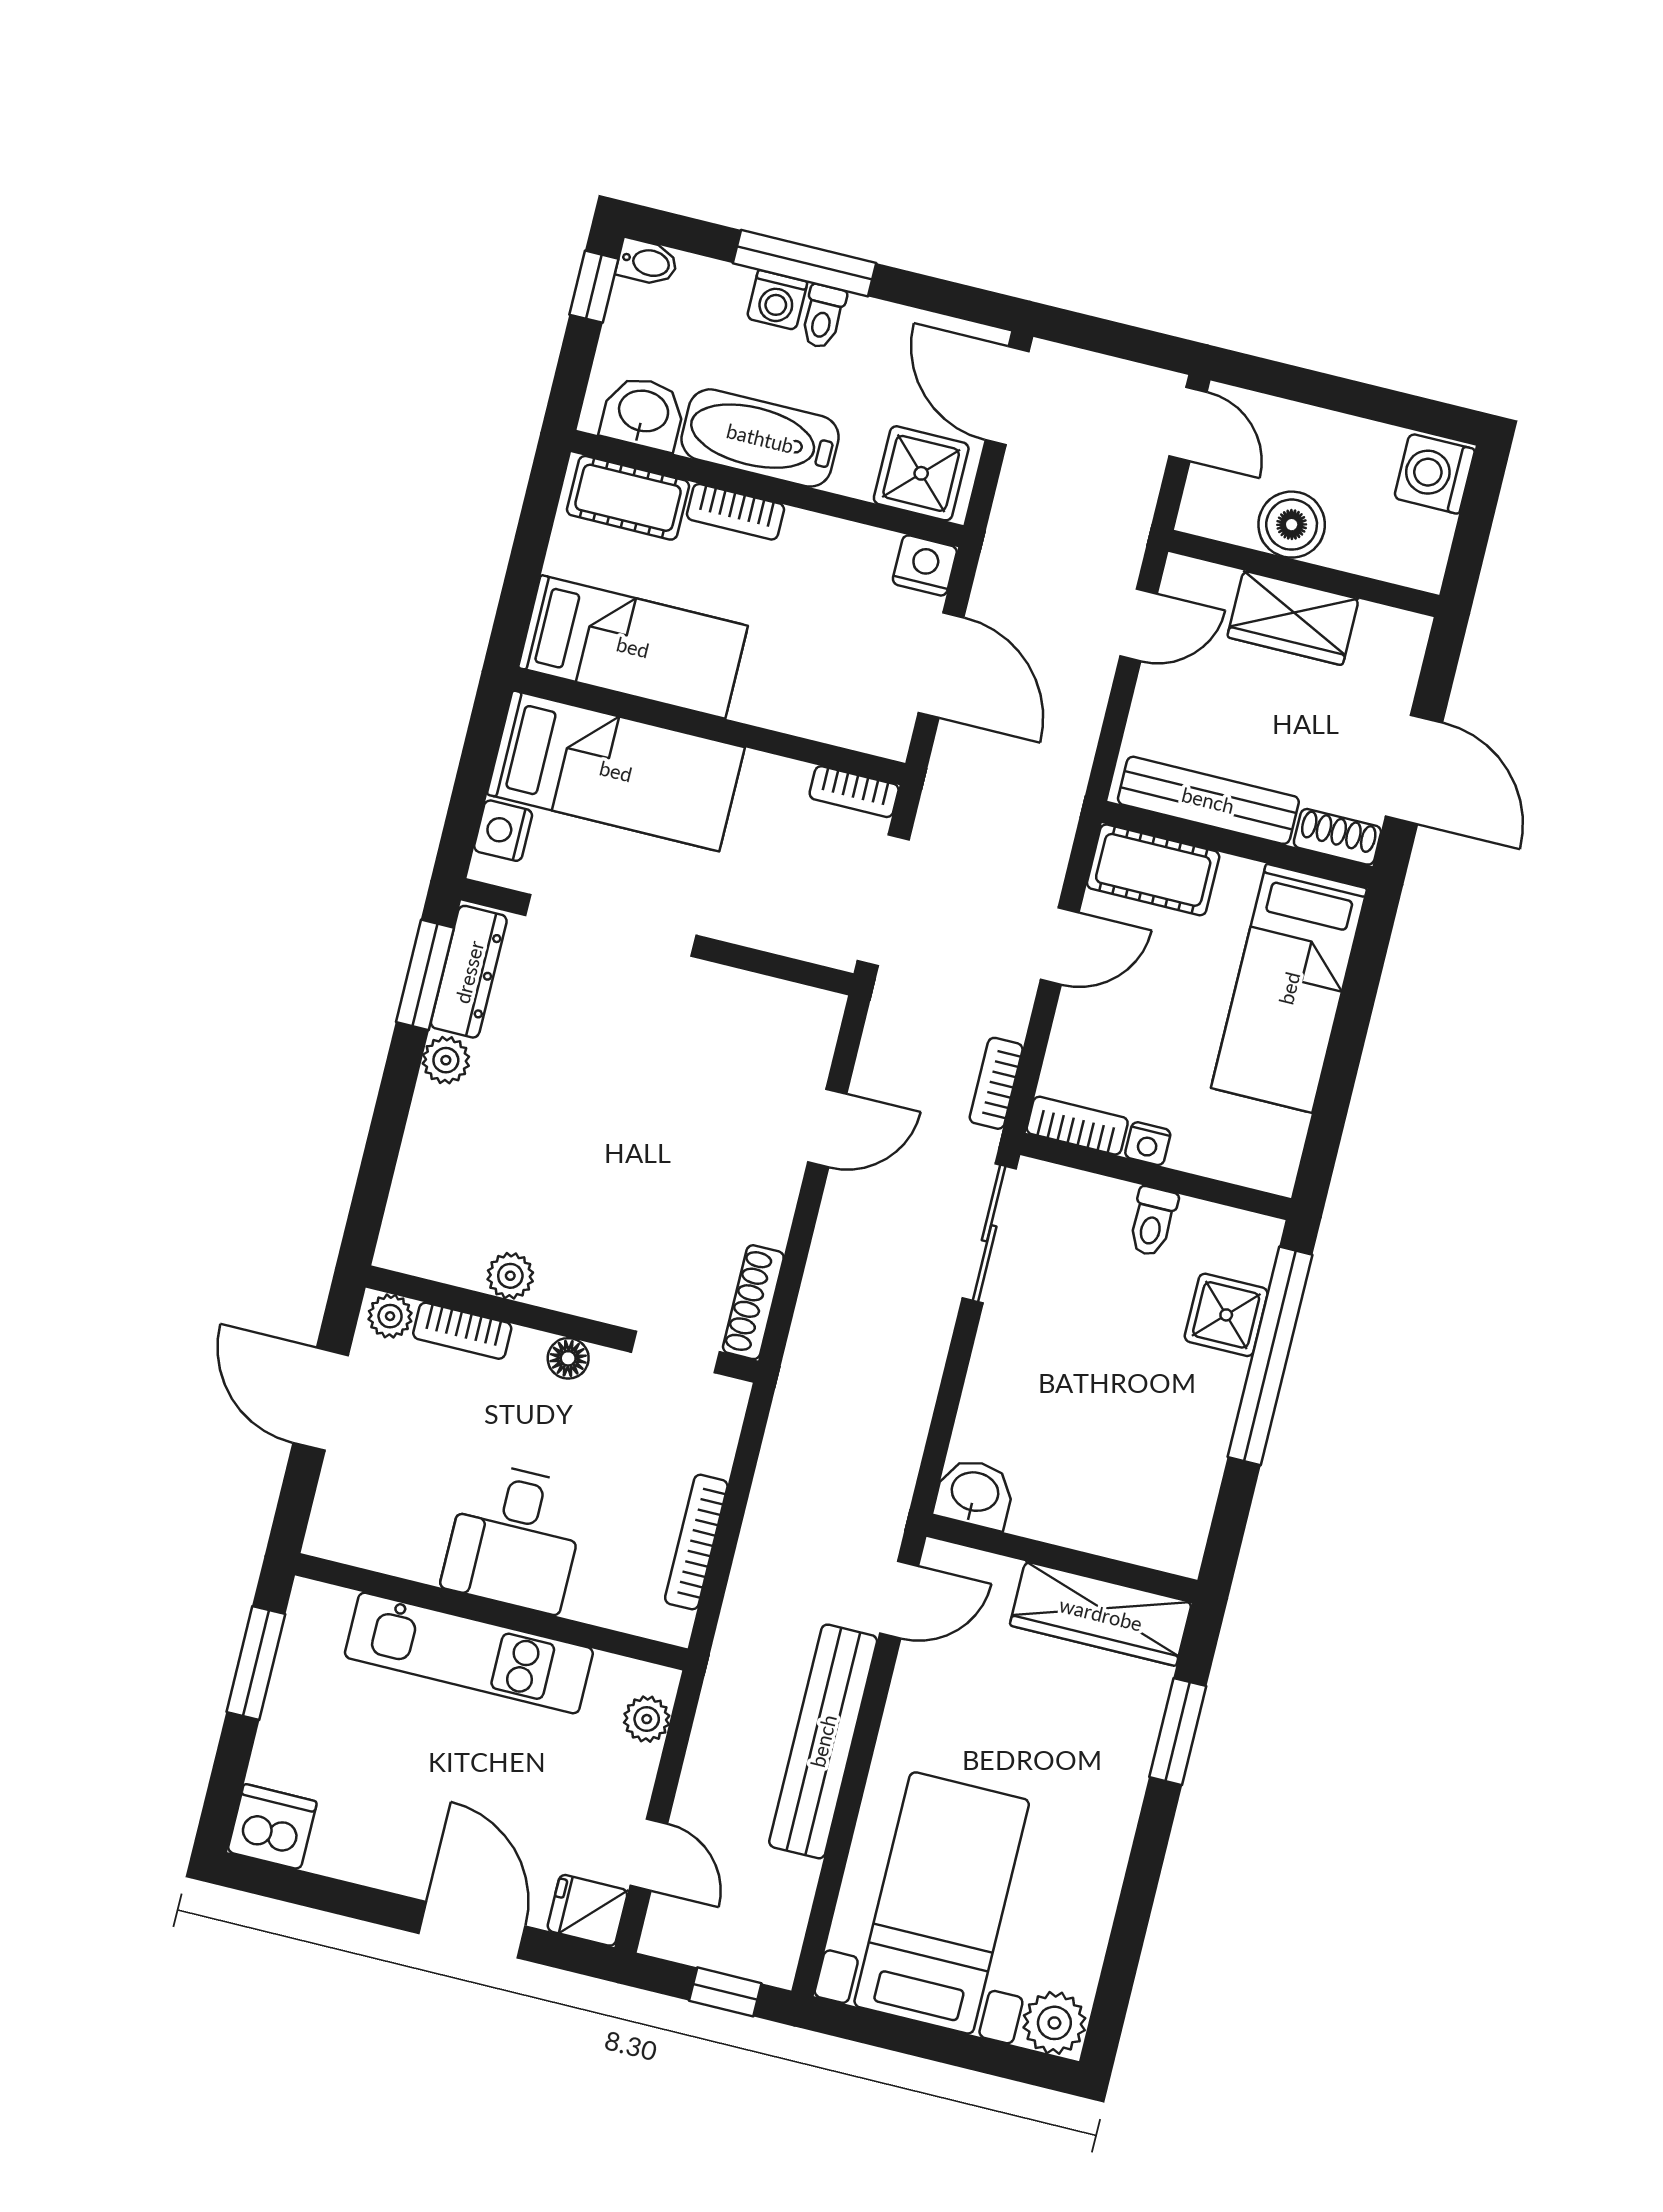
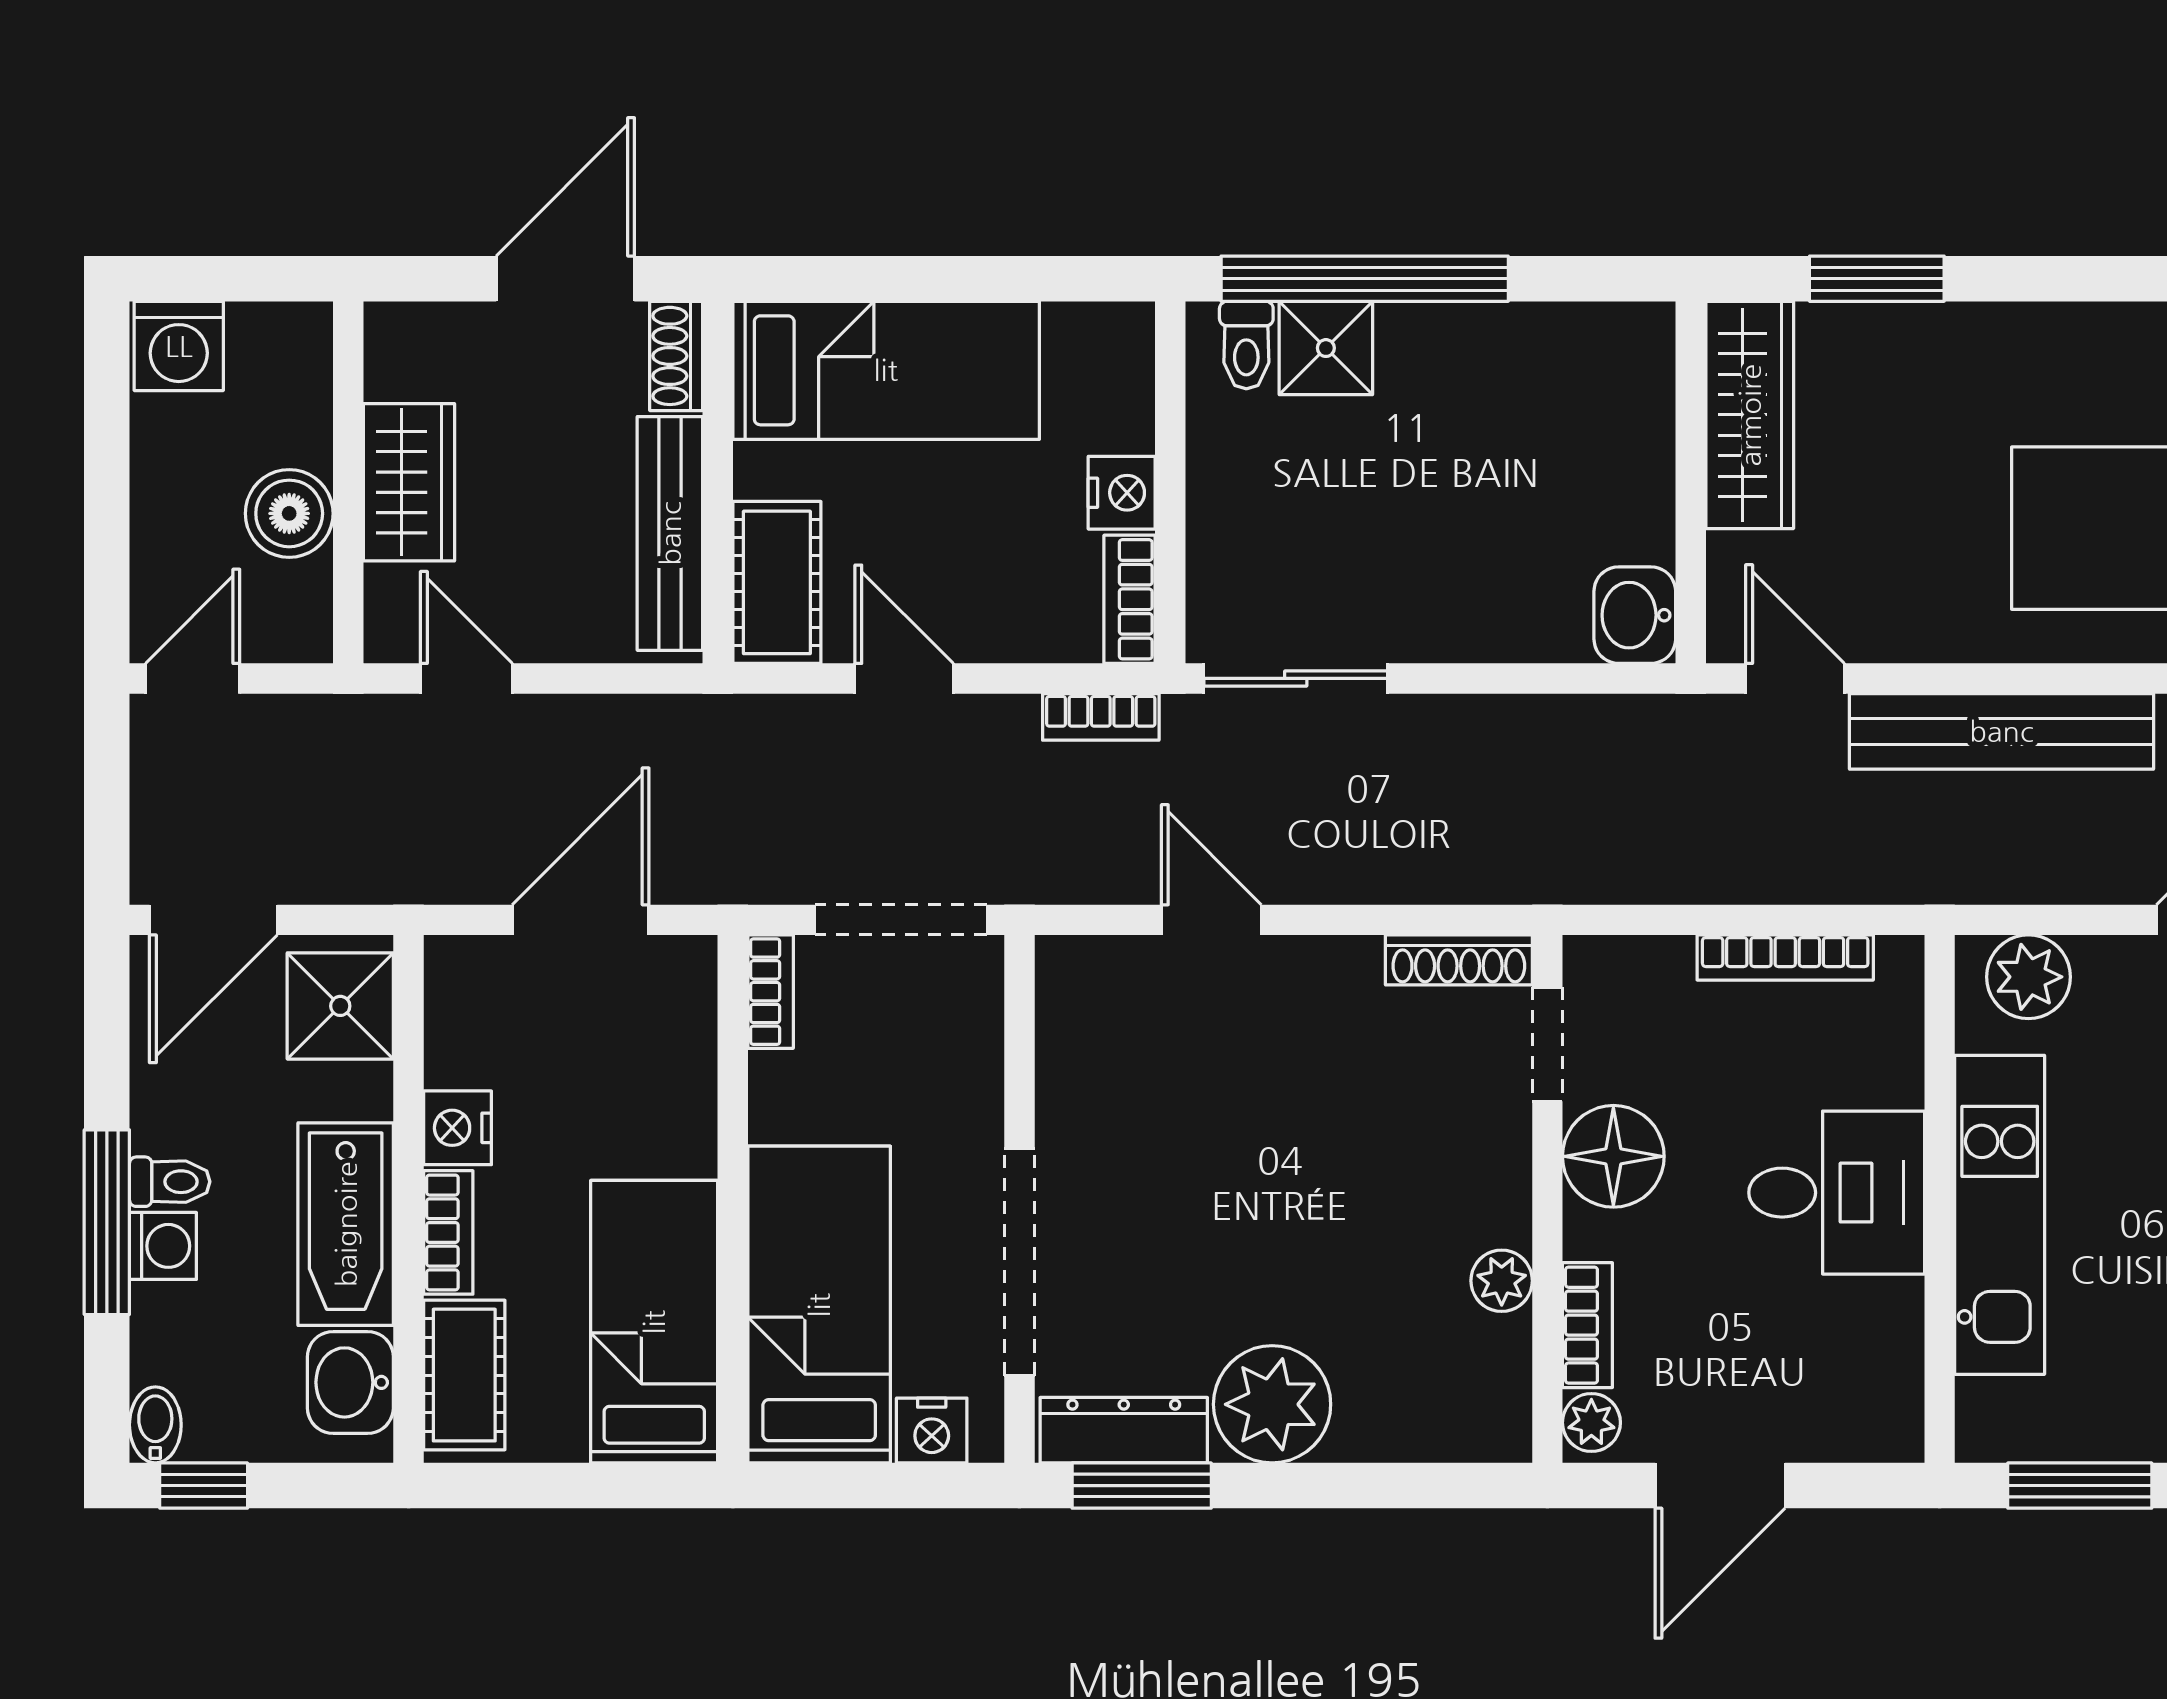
nightstand: (925, 565) -> (458, 1128), moved
plant: (446, 1060) -> (1272, 1404), width x1.87, depth x1.87
nightstand: (1148, 1144) -> (1122, 493), width x1.39, depth x1.35
toilet: (1152, 1222) -> (1246, 345), moved, turned 90
floor lamp: (568, 1358) -> (1613, 1156), width x1.89, depth x1.89
plant: (647, 1719) -> (2028, 977), width x1.38, depth x1.38

